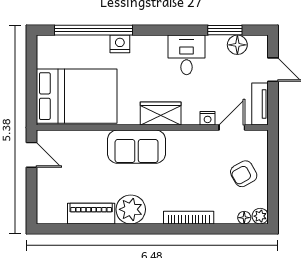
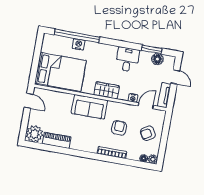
nightstand: (120, 44) -> (79, 44), moved
armchair: (193, 173) -> (119, 128), added
plant: (131, 209) -> (35, 134), moved

